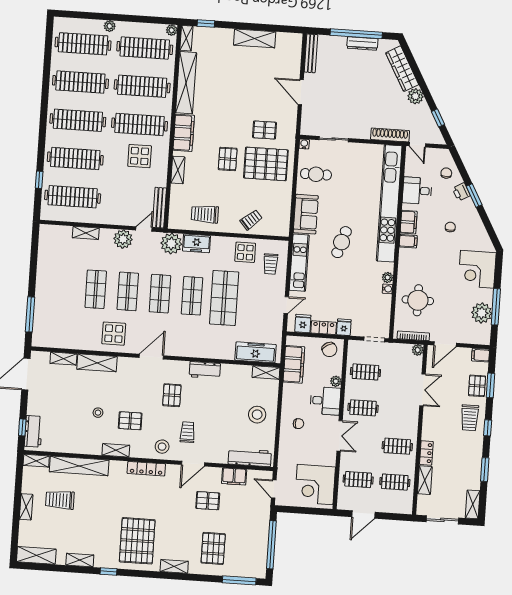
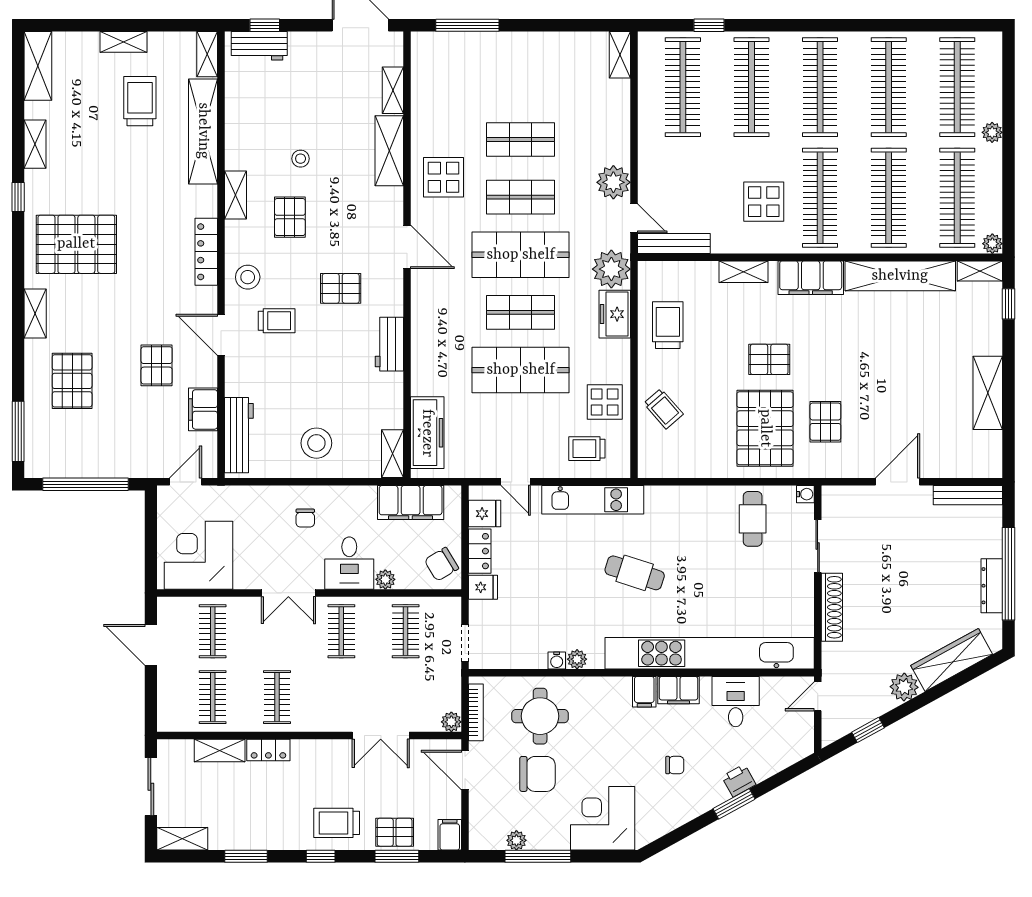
shoe rack: (390, 135) -> (832, 607), moved
chair: (446, 173) -> (537, 774), moved, width x1.87, depth x1.87
sofa: (306, 214) -> (680, 505), removed
shelving: (86, 233) -> (620, 55), moved
shop shelf: (160, 294) -> (521, 255), width x1.43, depth x1.36
plant: (482, 313) -> (516, 840), width x0.53, depth x0.53
pallet: (213, 548) -> (72, 381), turned 90

